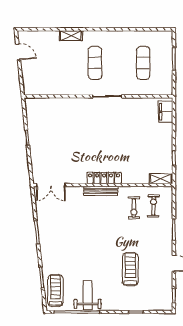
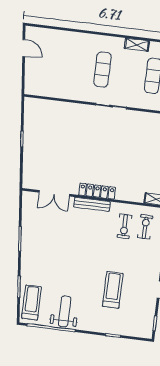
shelving: (71, 36) -> (137, 45), moved
double door: (51, 185) -> (54, 193), moved

